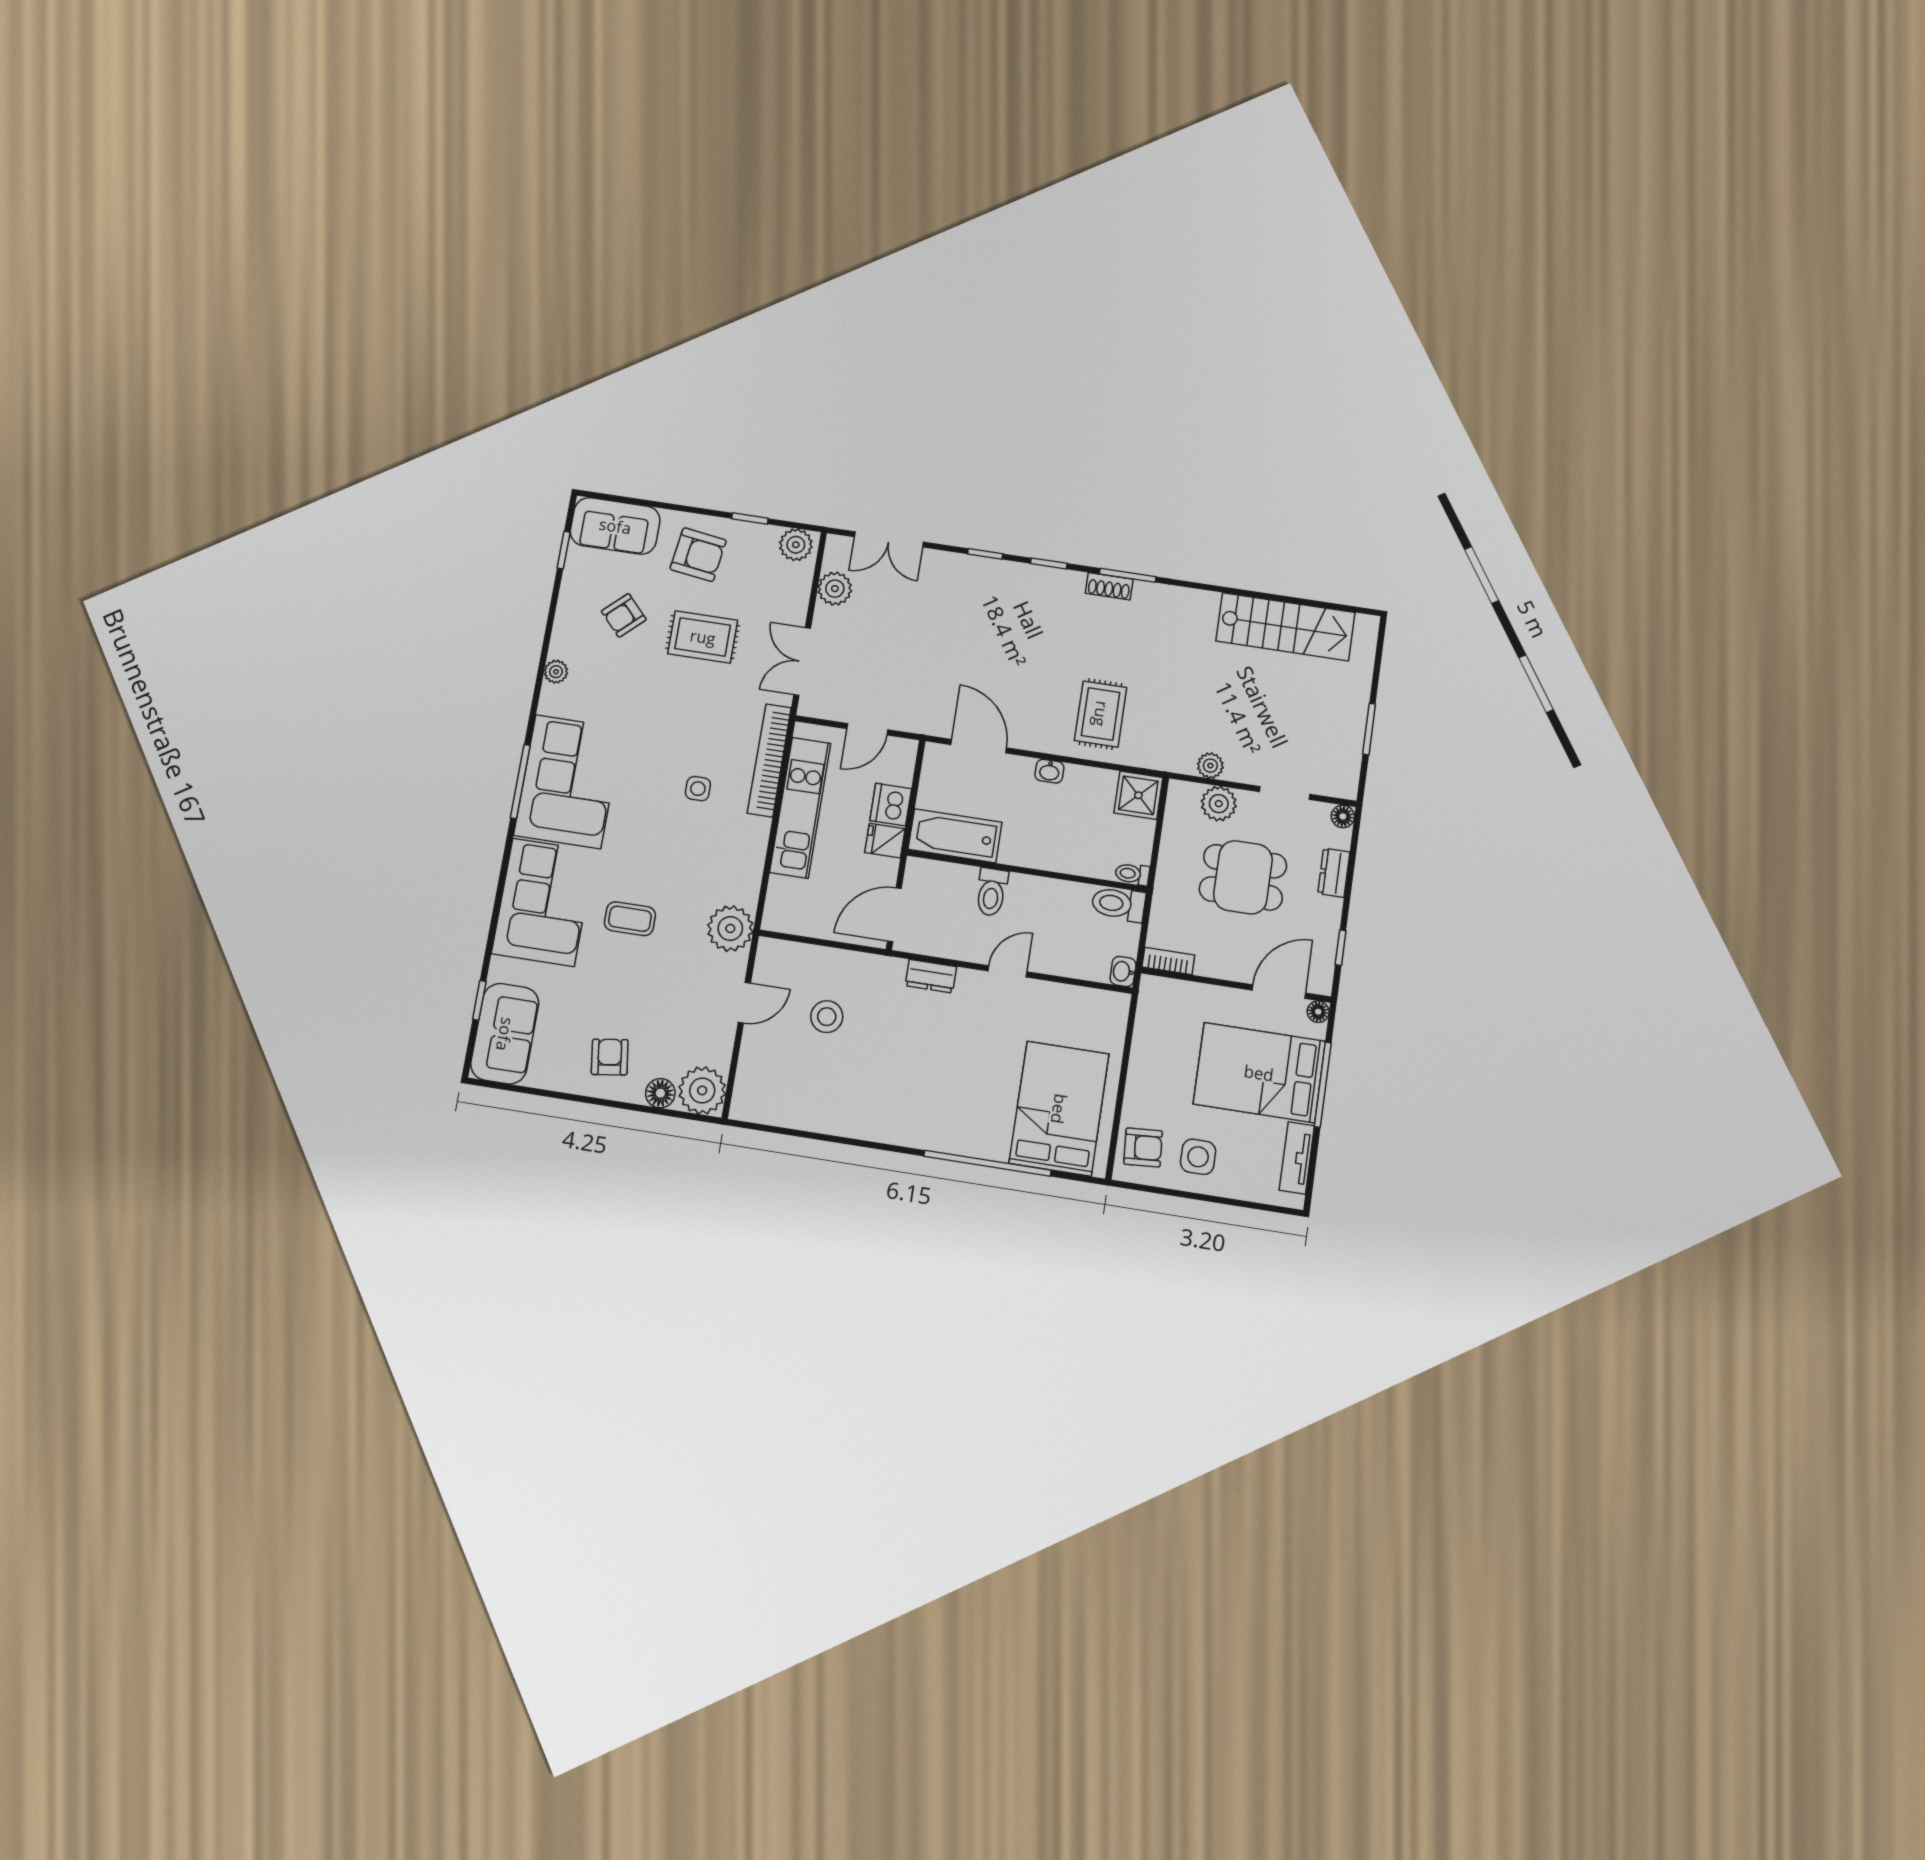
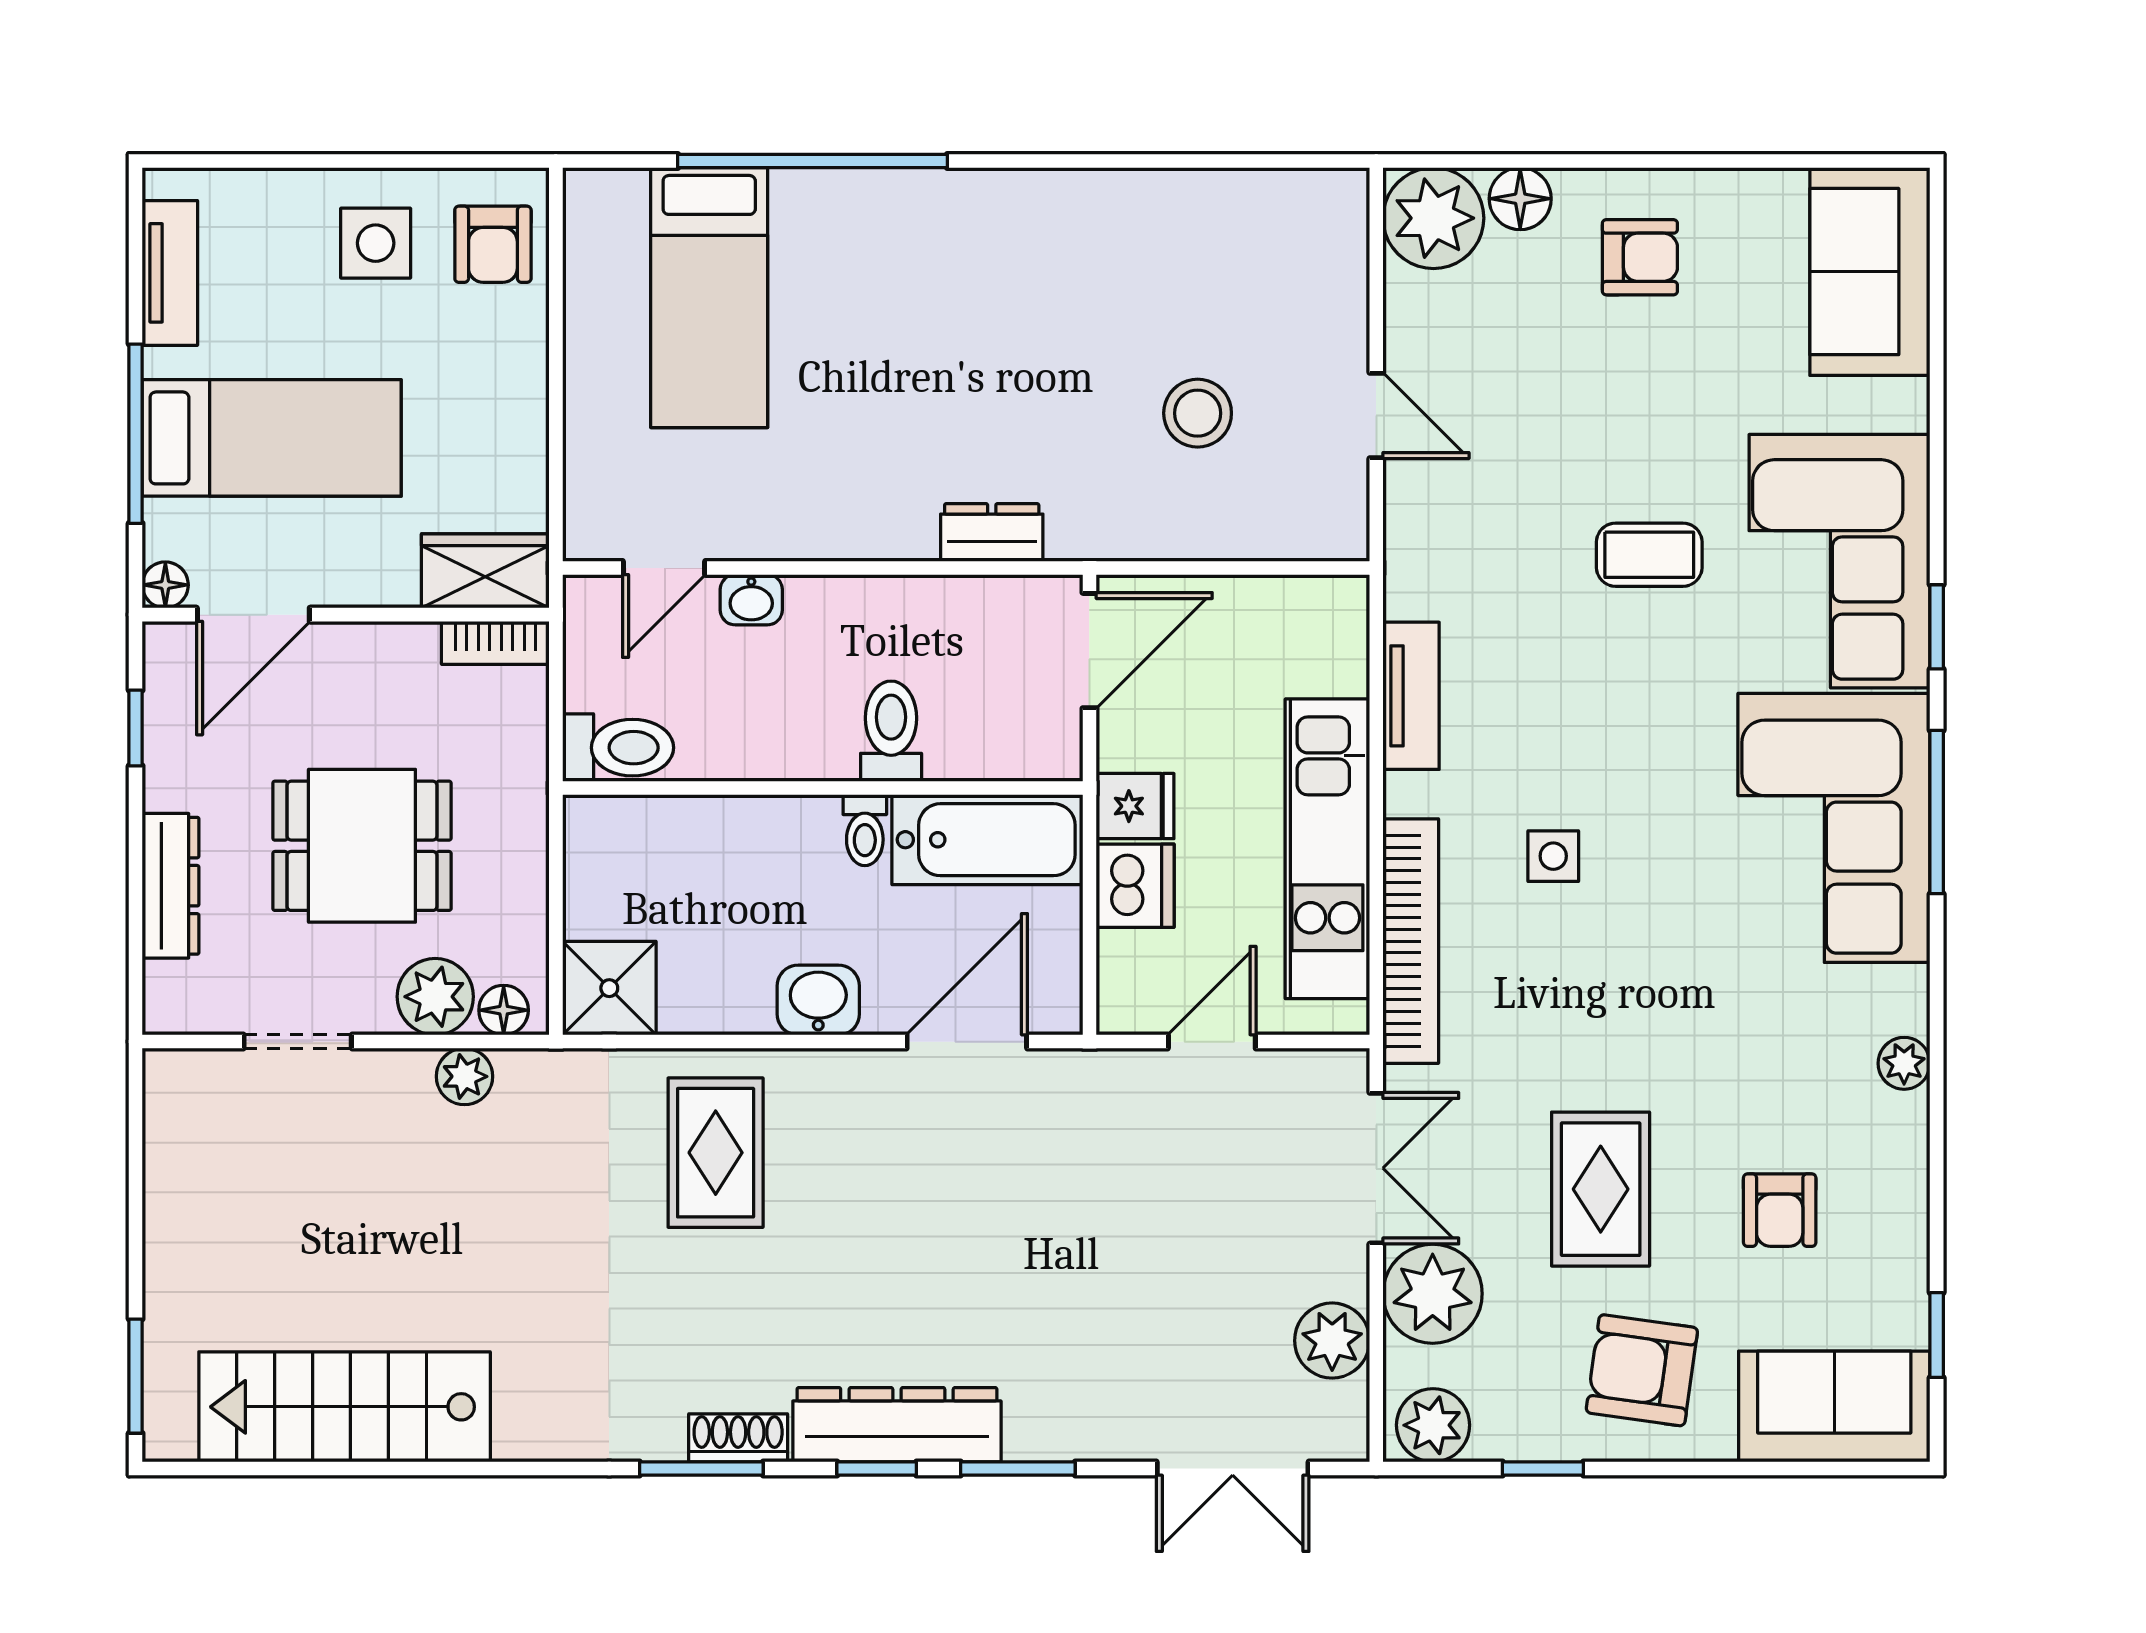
double door: (889, 539) -> (1233, 1468), swing flipped
window: (985, 554) -> (1018, 1468), width x1.50
dresser: (1037, 581) -> (897, 1425), added
armchair: (624, 615) -> (1780, 1210), turned 133
rug: (703, 637) -> (1601, 1189), turned 90
window: (1369, 729) -> (136, 1376), moved
door: (979, 746) -> (967, 1042), swing flipped
washbasin: (1049, 771) -> (818, 1000), width x1.38, depth x1.45
floor lamp: (1343, 816) -> (504, 1010), moved
tv unit: (750, 871) -> (1411, 696), added
dresser: (1334, 873) -> (171, 886), width x1.44
toilet: (1132, 874) -> (865, 830), moved, turned 90
plant: (730, 928) -> (1433, 1294), moved
door: (1007, 971) -> (664, 568), moved
washbasin: (1123, 972) -> (751, 600), moved, turned 90
wardrobe: (1168, 995) -> (485, 571), added
window: (479, 1000) -> (1937, 627), moved
door: (744, 1003) -> (1376, 415), swing flipped
armchair: (610, 1057) -> (1640, 257), turned -82
bed: (1259, 1073) -> (272, 438), width x0.67
bed: (1059, 1109) -> (709, 298), width x0.67
armchair: (1143, 1148) -> (493, 244), turned -86

